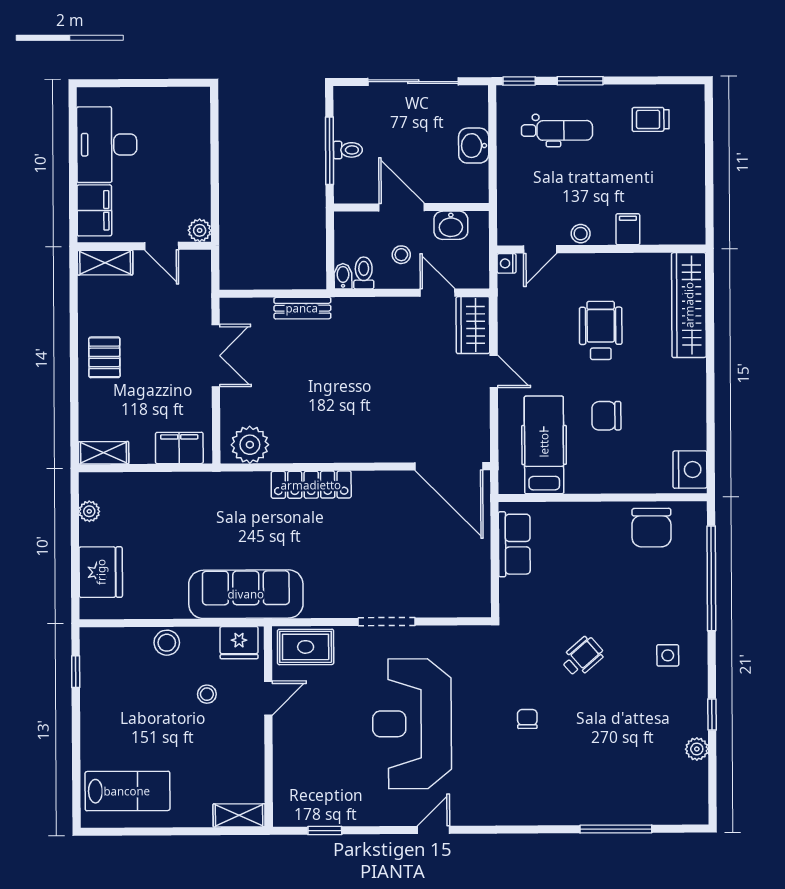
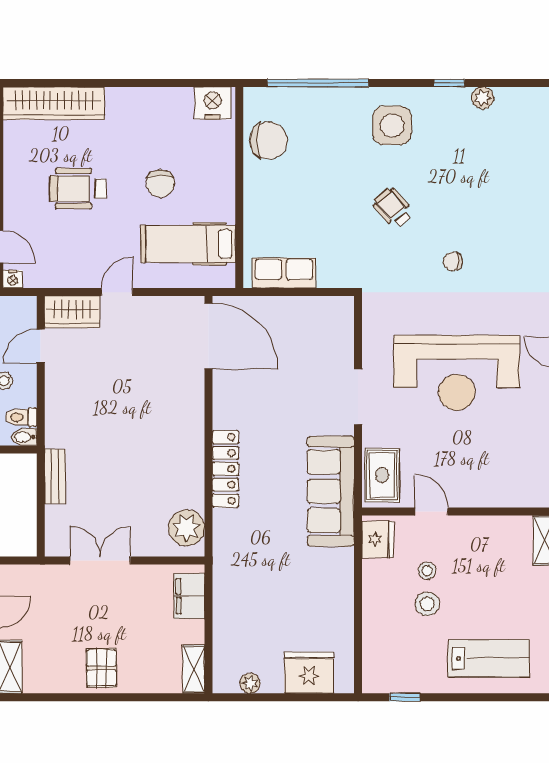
pallet: (104, 357) -> (101, 668), turned 90
door: (449, 466) -> (208, 336), hinge flipped
sofa: (246, 594) -> (331, 491), moved
stool: (167, 643) -> (427, 604), moved
side table: (668, 655) -> (392, 125), width x1.87, depth x1.87
lab bench: (127, 791) -> (489, 658), moved, turned 90

